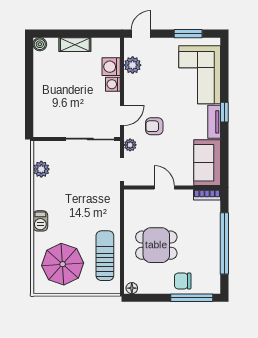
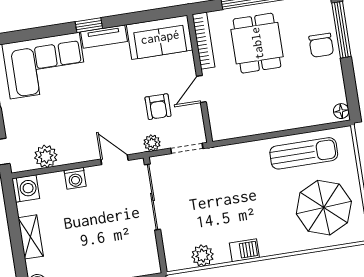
washing machine: (111, 67) -> (26, 189), moved, turned -90
armchair: (154, 126) -> (158, 107), moved
bookcase: (207, 195) -> (204, 41), width x1.56
barbecue: (40, 221) -> (244, 250), moved
dining table: (156, 245) -> (257, 43), moved
sun lounger: (105, 256) -> (304, 153), turned 180

